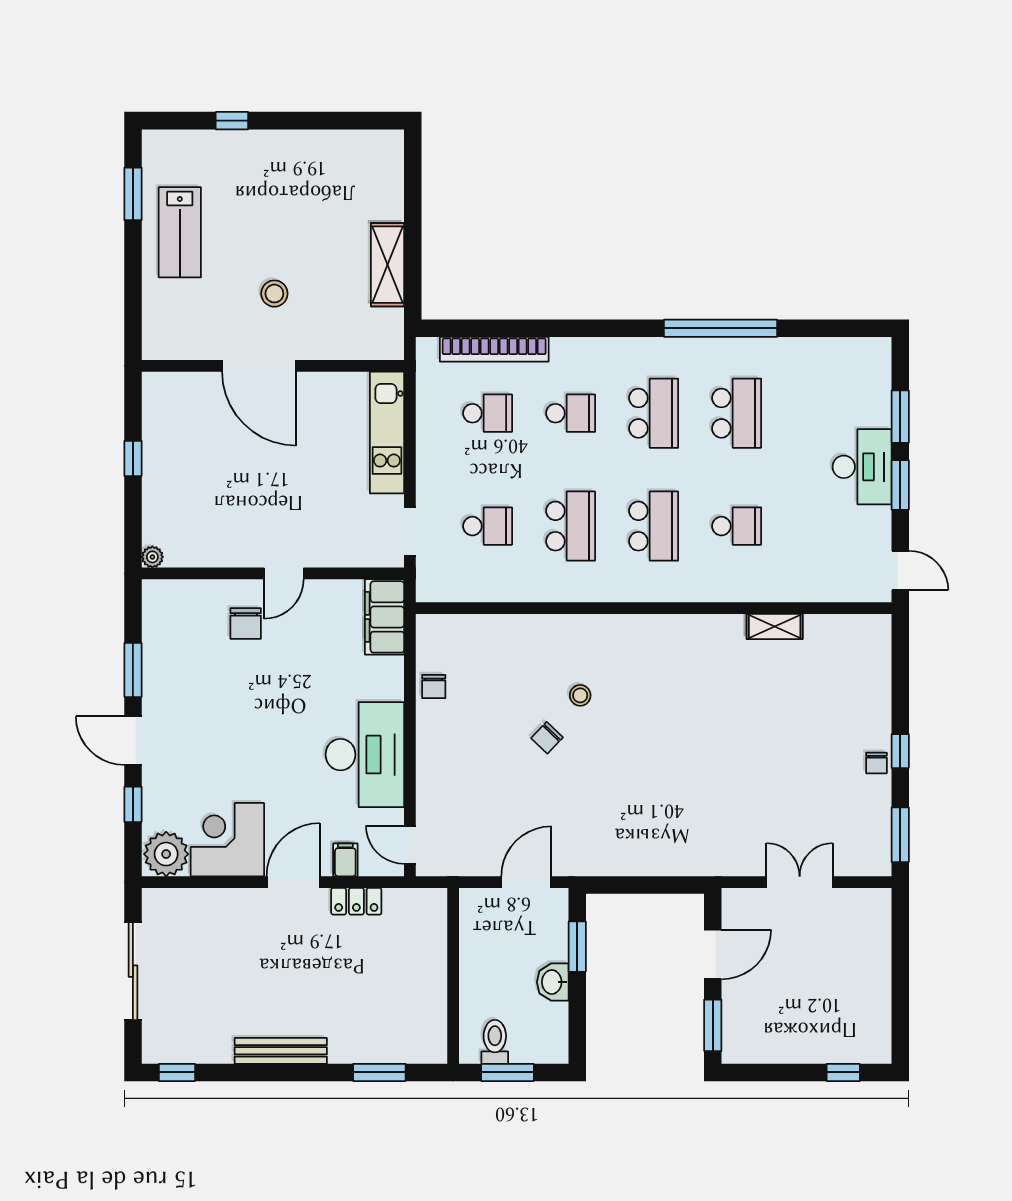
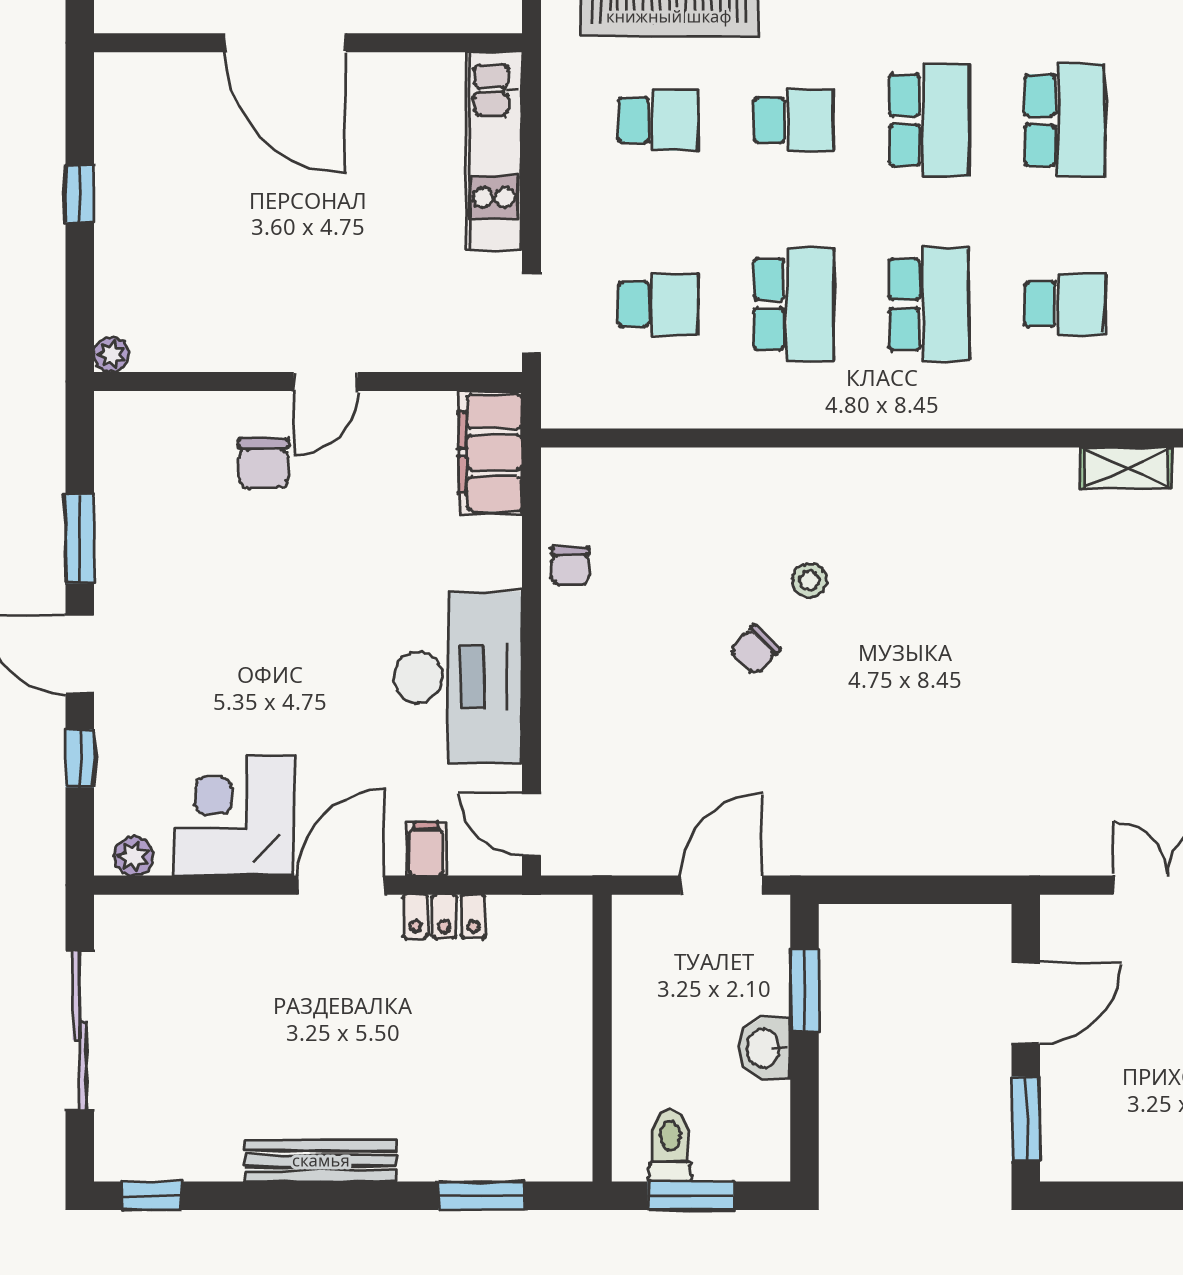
plant: (166, 854) -> (134, 856), width x0.53, depth x0.53

